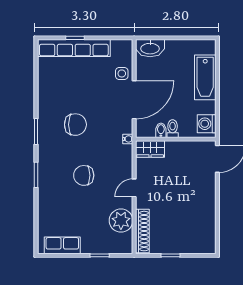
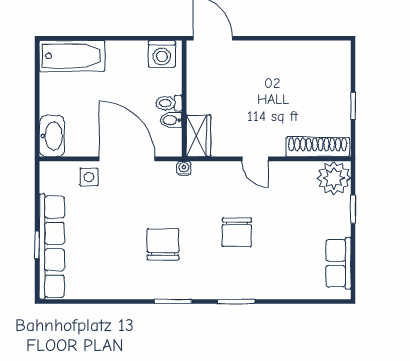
bathtub: (205, 77) -> (72, 56), moved
plant: (121, 221) -> (334, 178), moved

